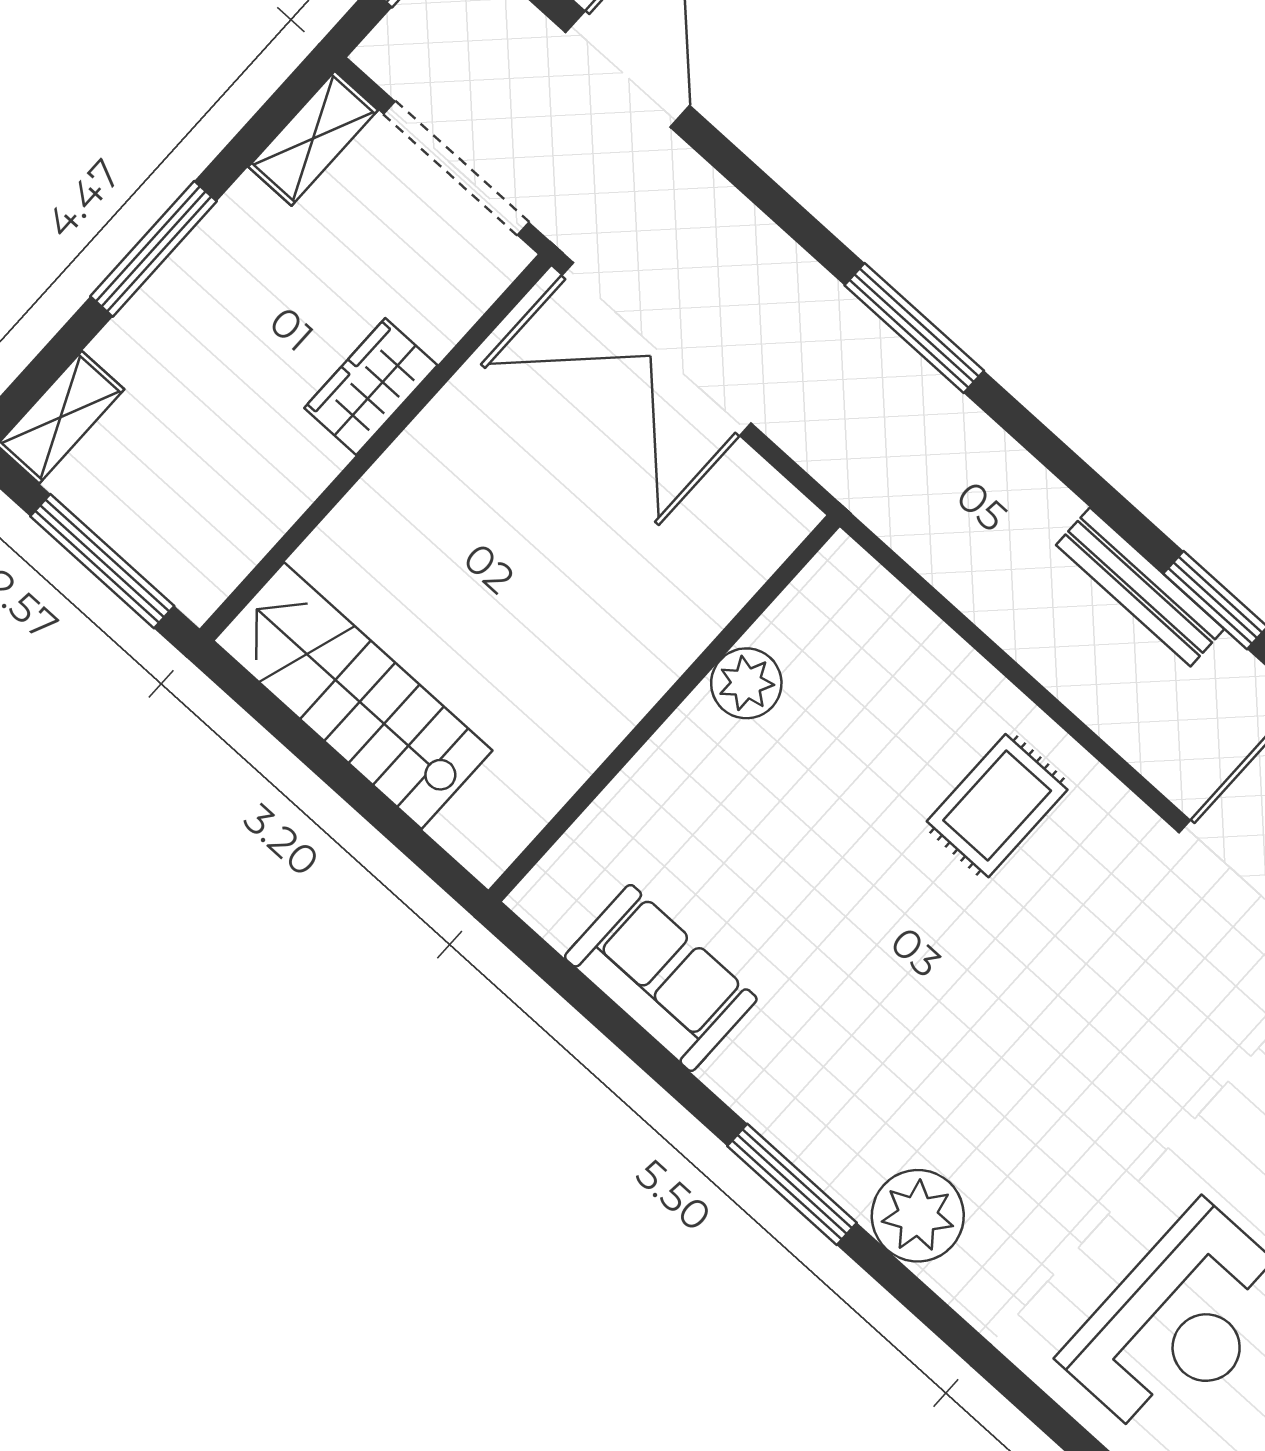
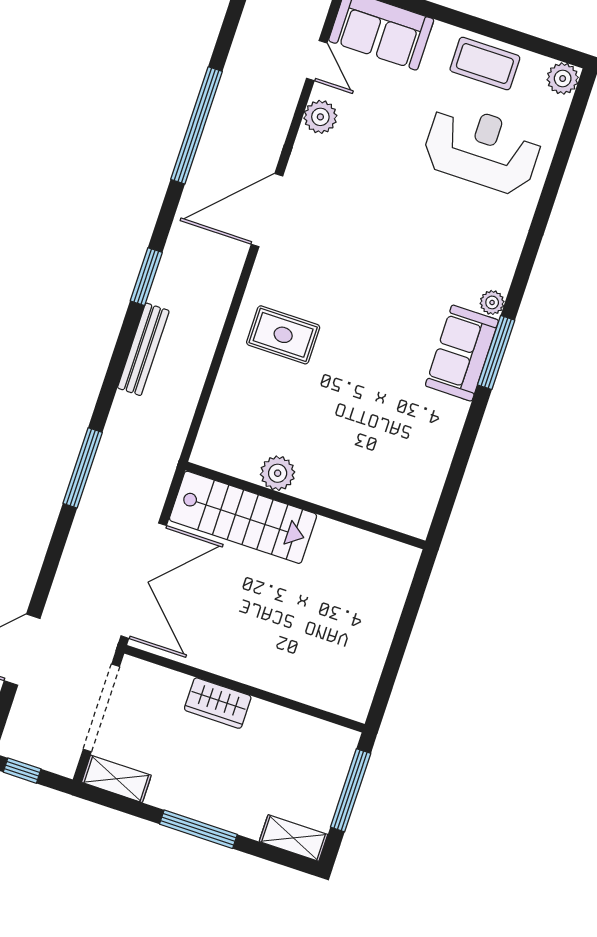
bench: (1140, 587) -> (143, 349), moved
stairs: (353, 696) -> (243, 517), moved, turned -90
sofa: (661, 978) -> (462, 353), moved
plant: (918, 1216) -> (492, 302), width x0.53, depth x0.53

